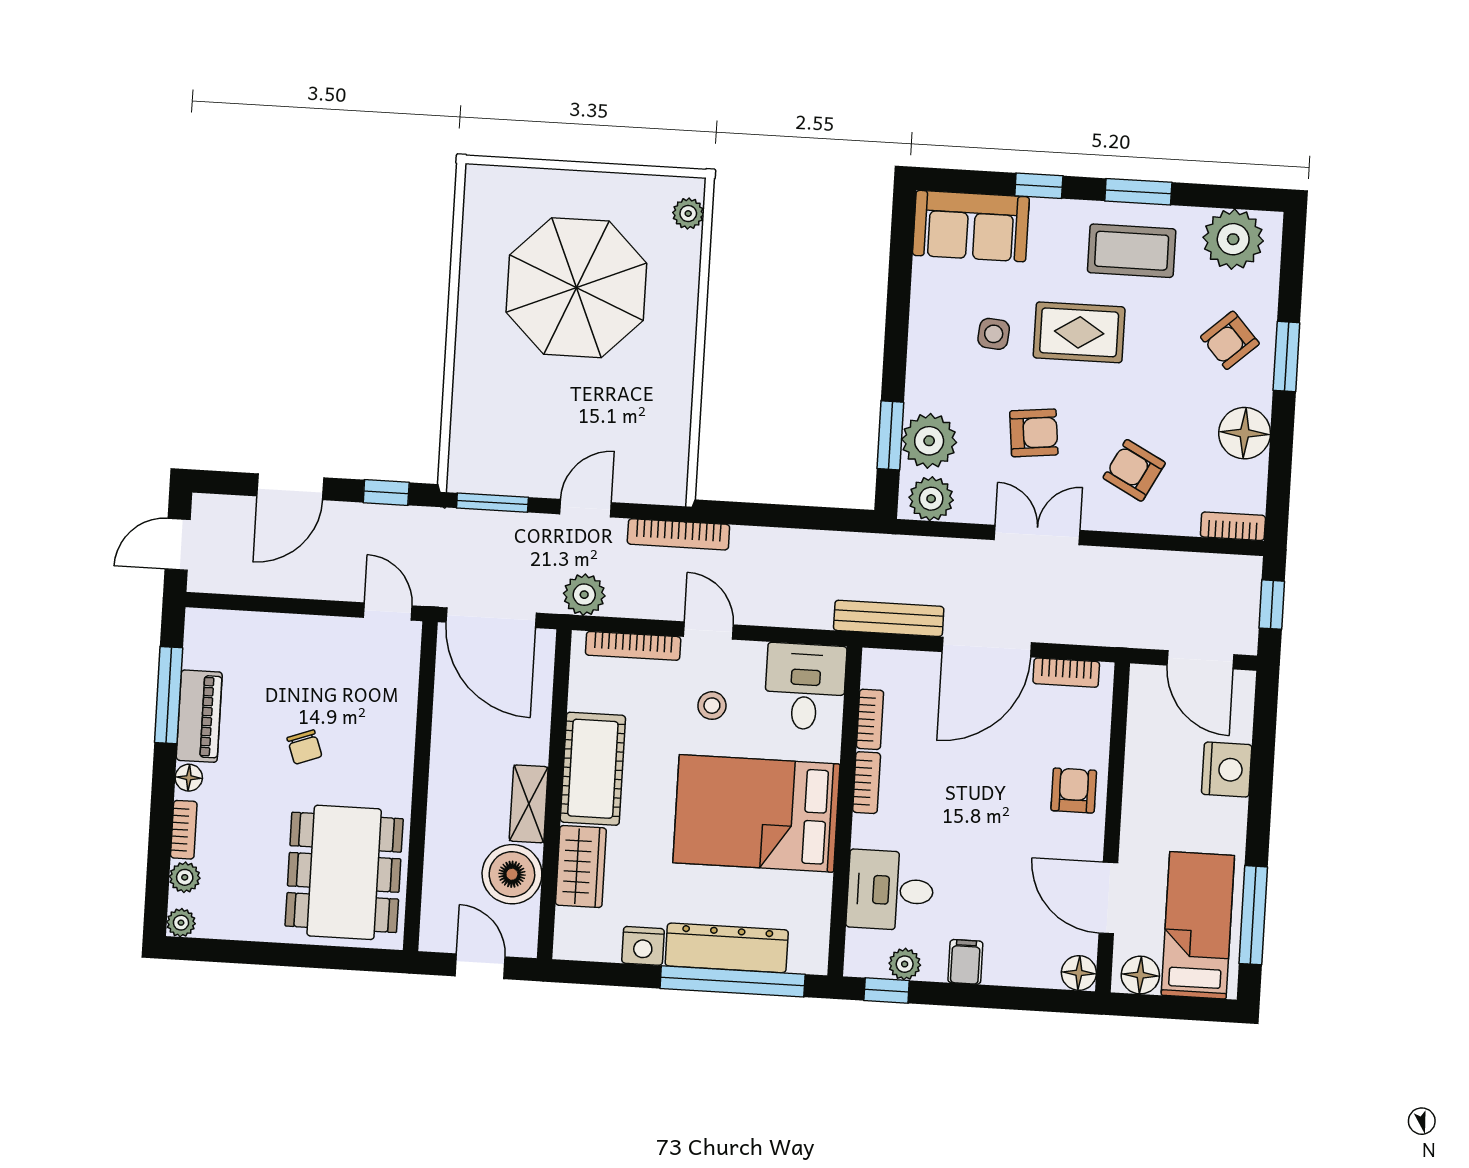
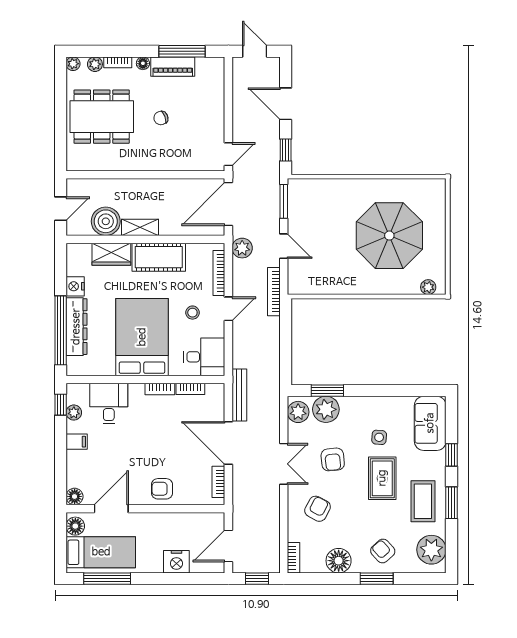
armchair: (1074, 790) -> (162, 489), turned 180
dining table: (344, 872) -> (102, 117), moved

